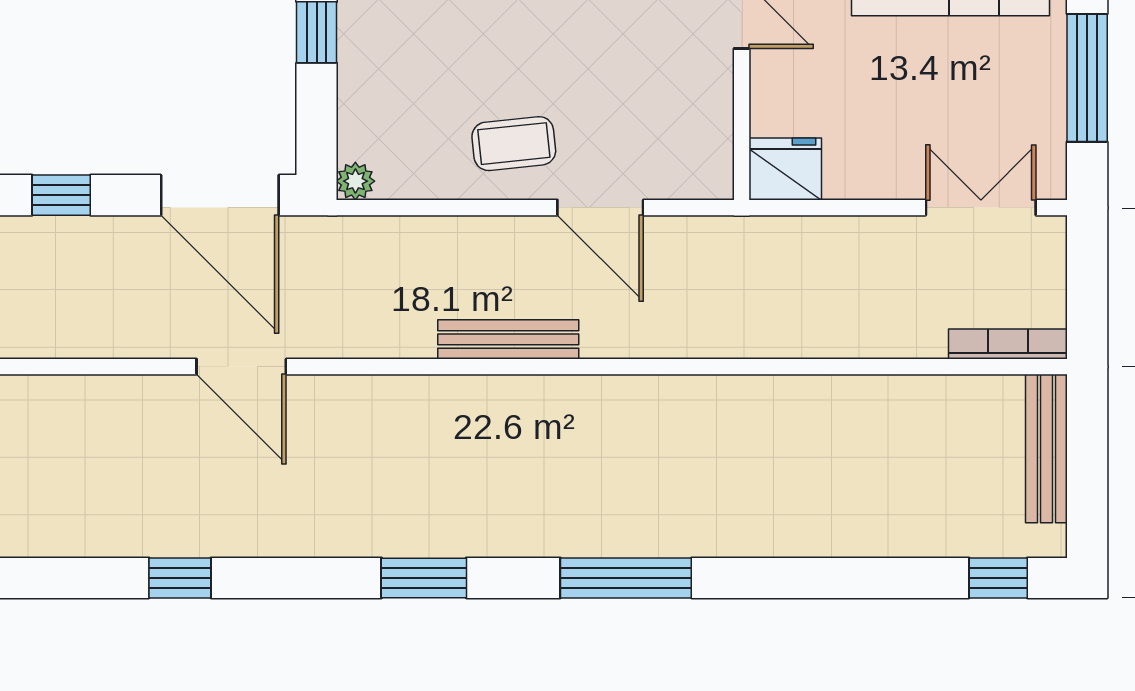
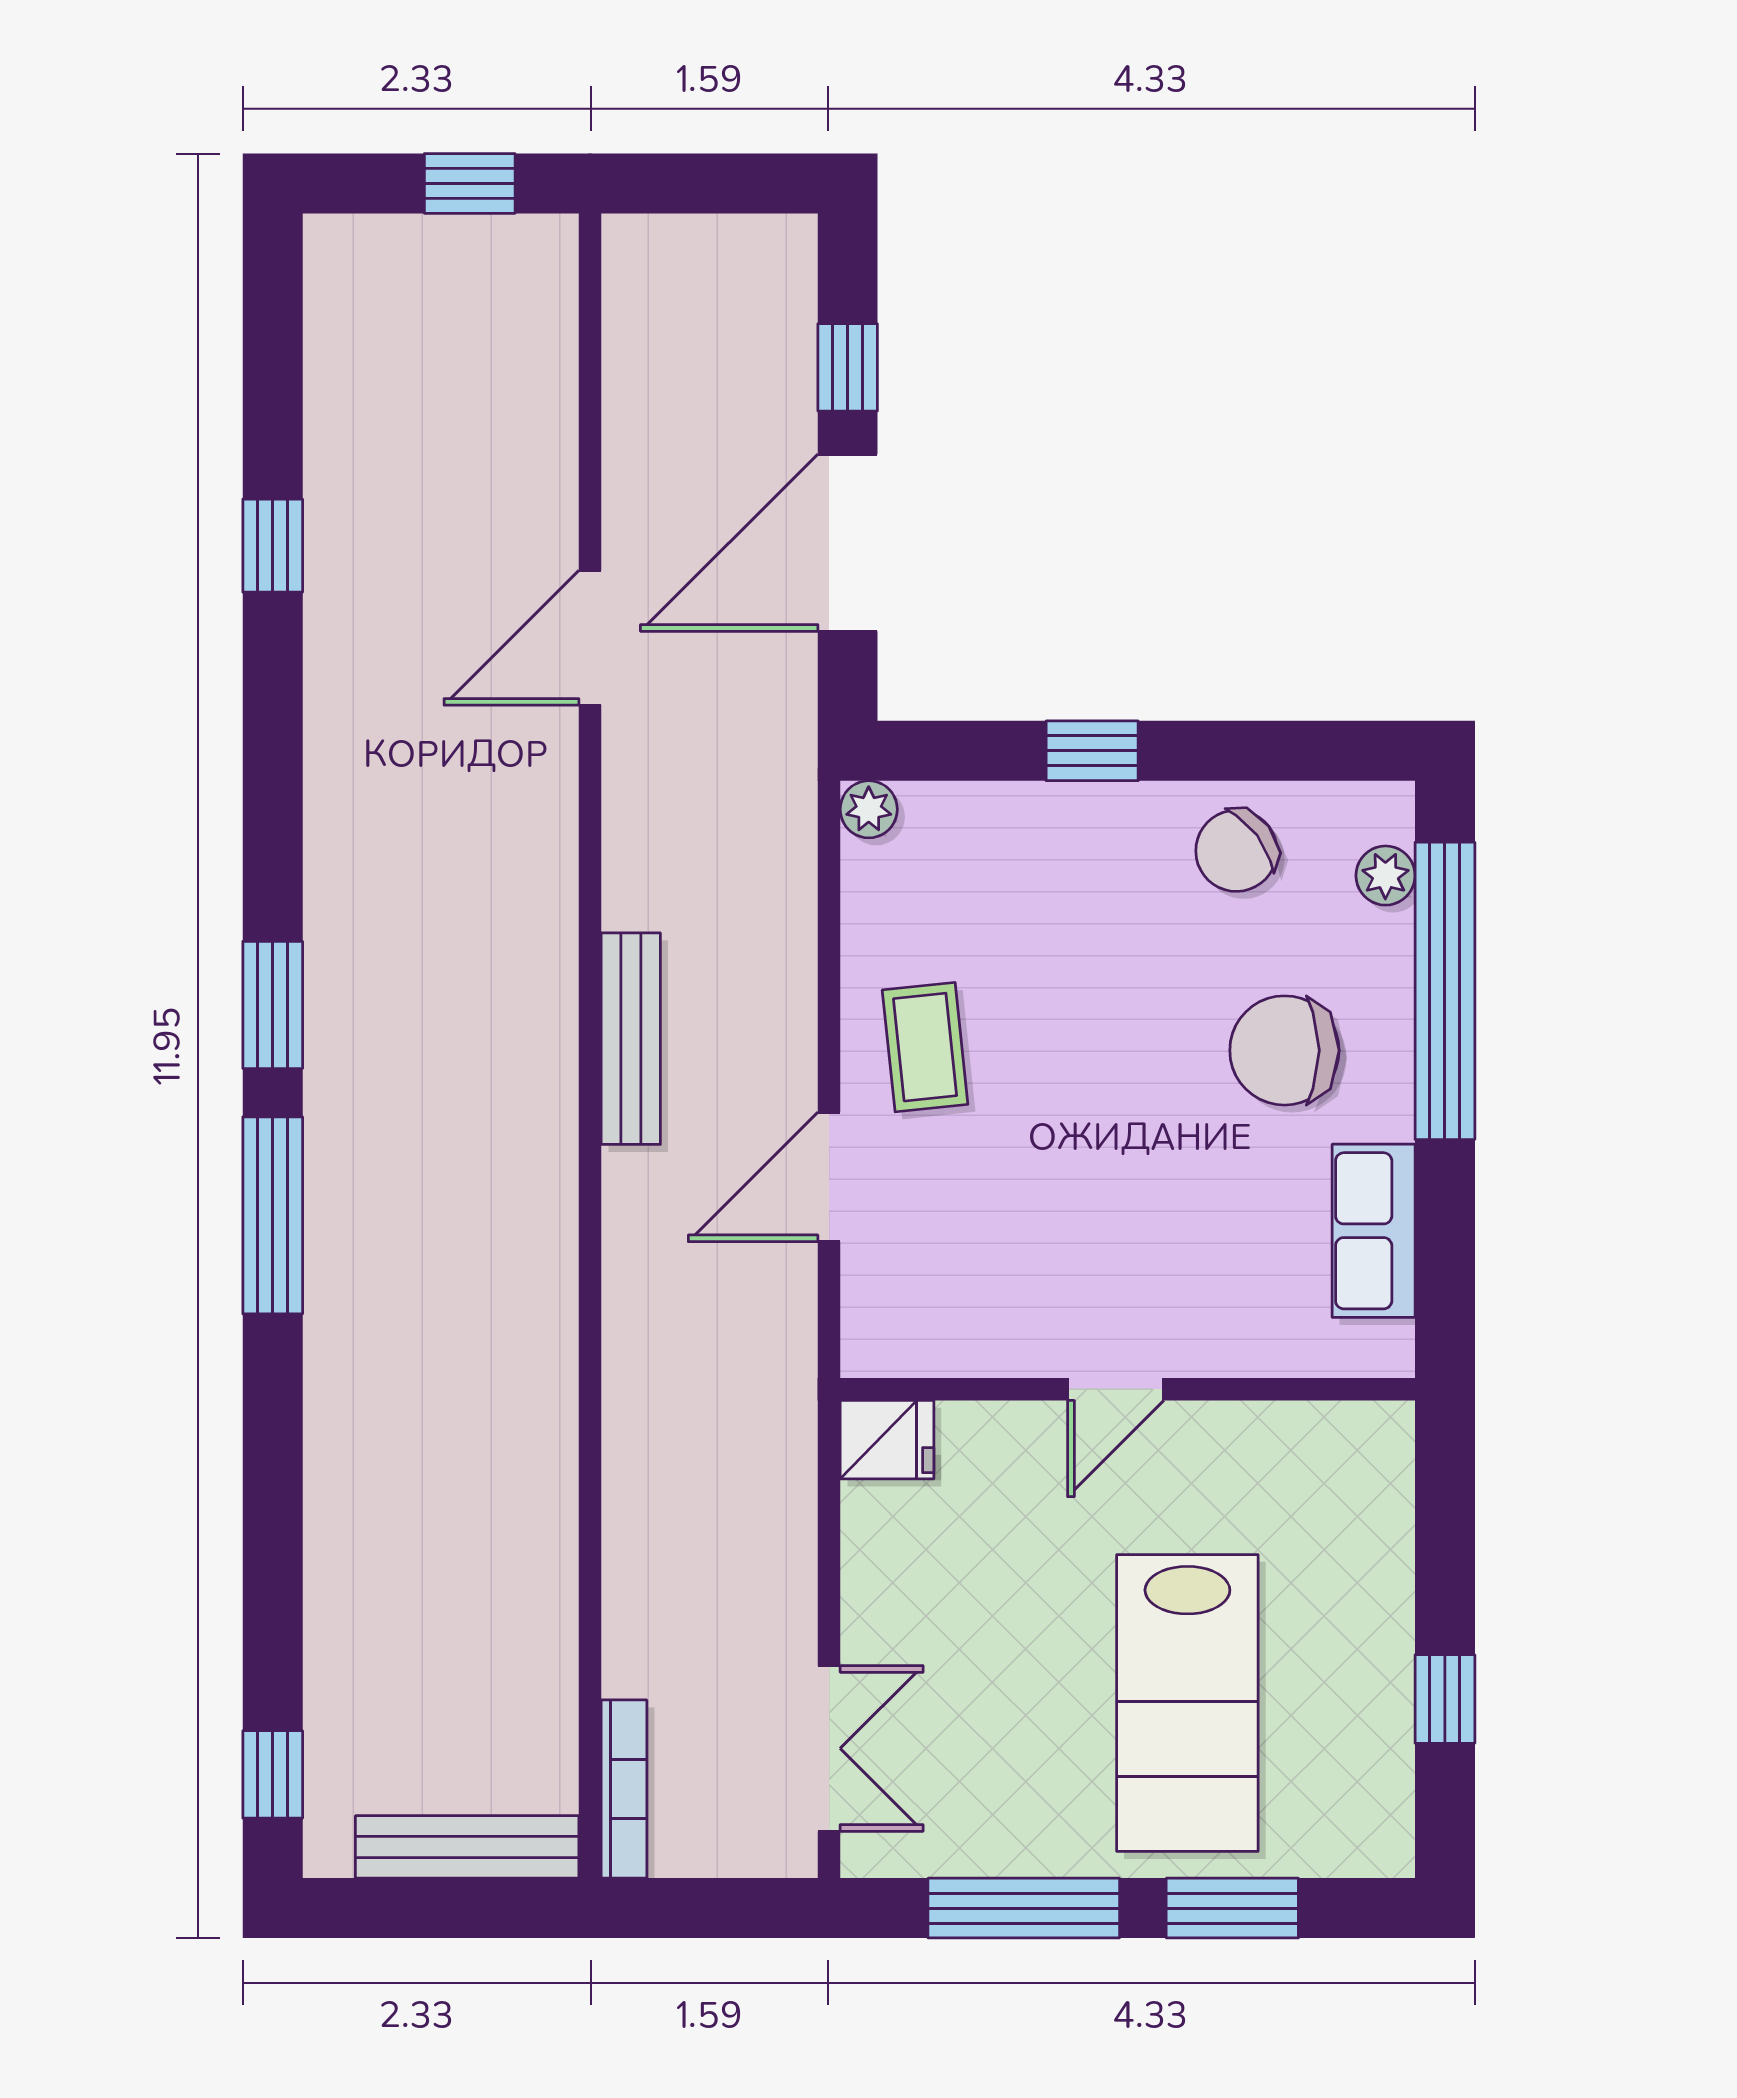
fridge: (785, 169) -> (887, 1440), width x0.72
door: (220, 195) -> (848, 543), moved
window: (424, 578) -> (273, 1005), moved

